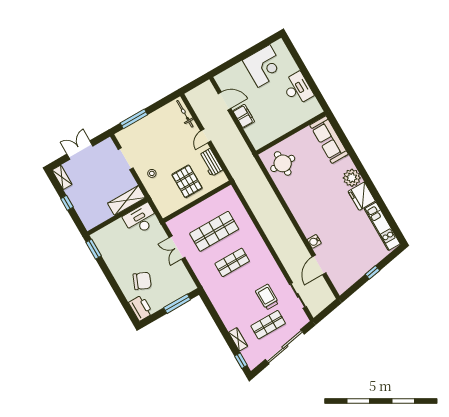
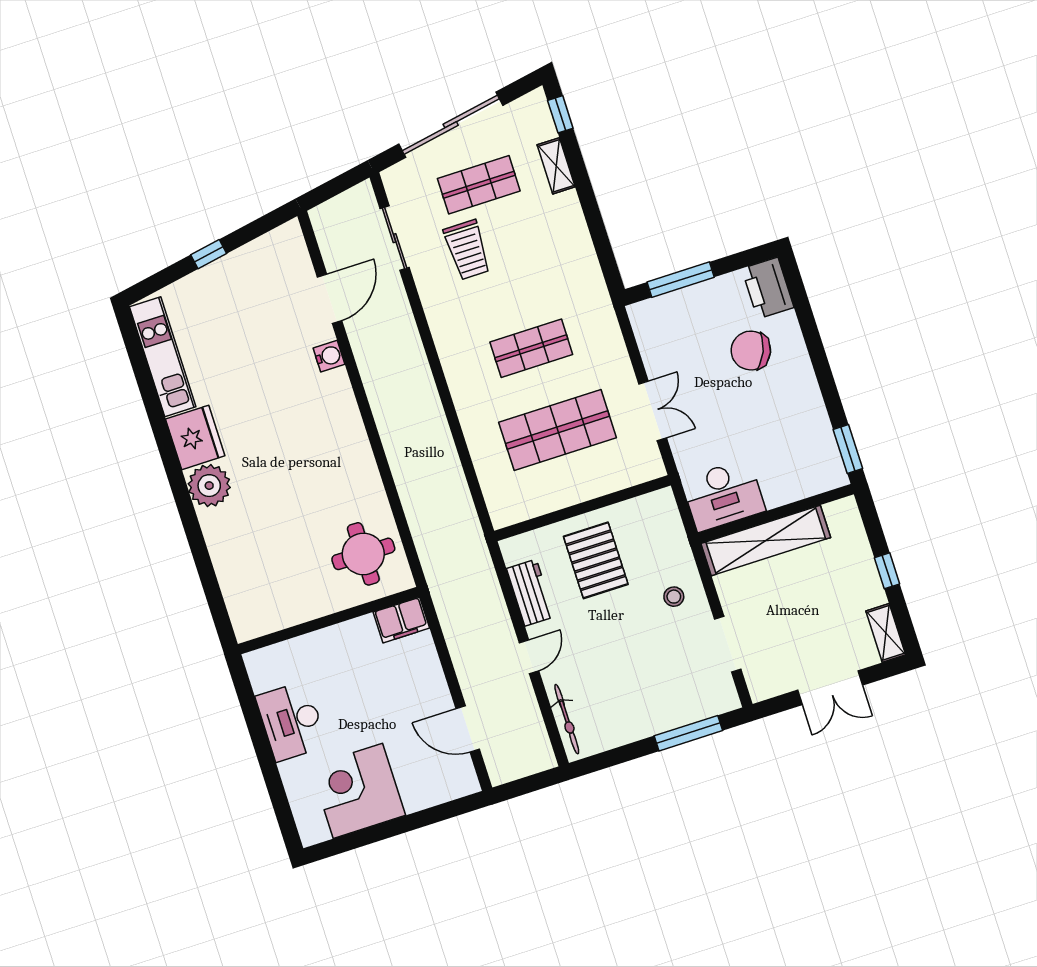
filing cabinet: (244, 116) -> (401, 620), moved, turned -90
sofa: (329, 140) -> (243, 586), removed
shelving: (126, 200) -> (766, 540), width x1.47

